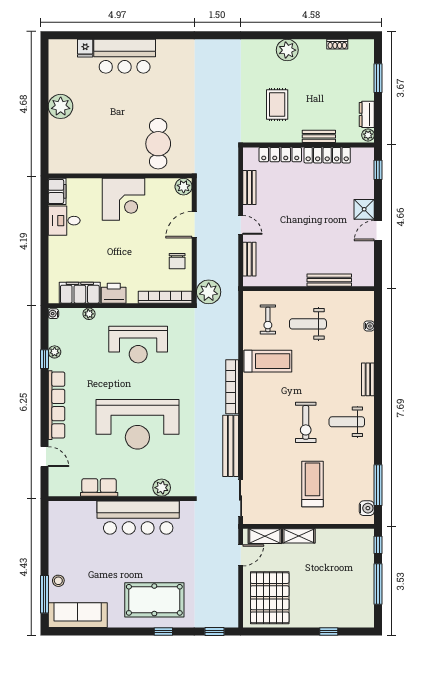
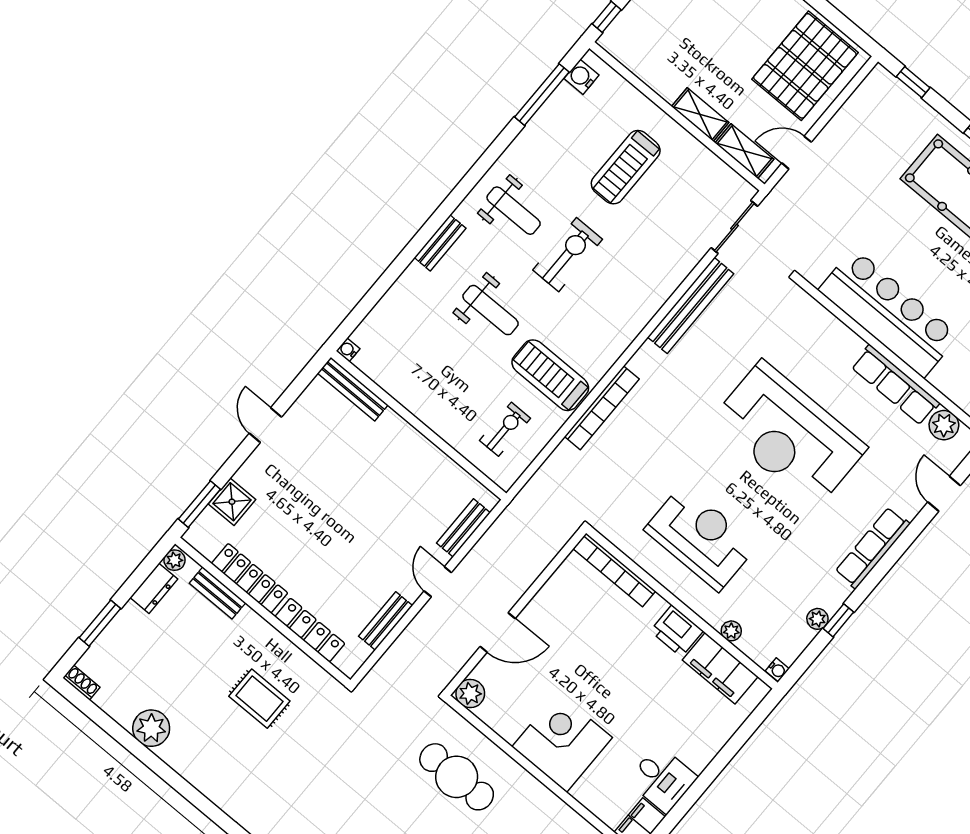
shoe rack: (337, 44) -> (81, 683), moved
plant: (287, 50) -> (151, 728), moved
rug: (277, 104) -> (259, 699), turned 90
bench: (319, 136) -> (217, 593), moved
cafe table: (158, 144) -> (457, 777), turned 90
window: (378, 170) -> (199, 504), width x1.50
shower: (364, 209) -> (232, 502), moved
door: (378, 231) -> (265, 425), swing flipped
chair: (177, 261) -> (560, 604), removed
bench: (329, 280) -> (353, 389), moved
plant: (209, 292) -> (552, 530), removed
weight bench: (308, 324) -> (491, 310), moved
water cooler: (369, 326) -> (348, 350), moved
bookcase: (232, 387) -> (602, 408), moved
row of seats: (57, 405) -> (873, 548), width x0.73
reception desk: (137, 424) -> (788, 435), turned 180
row of seats: (99, 487) -> (895, 385), width x1.48
plant: (162, 488) -> (944, 425), moved

